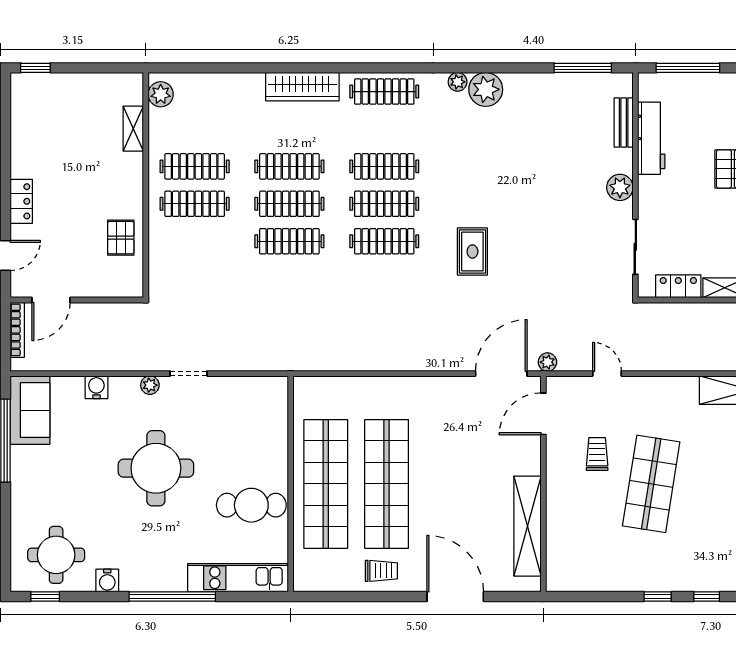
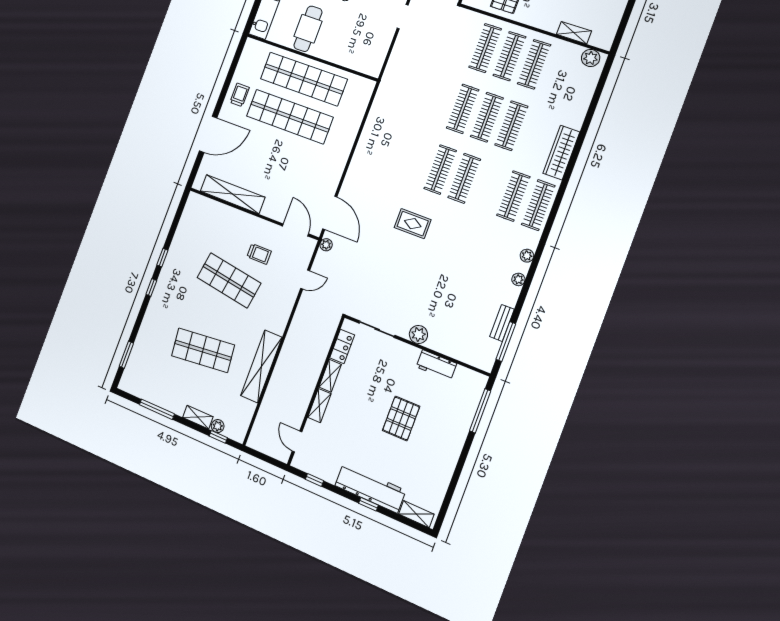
plant: (486, 89) -> (518, 279), width x0.53, depth x0.53
bench: (624, 123) -> (502, 323), moved, turned 90
workbench: (651, 138) -> (436, 365), width x0.73
clothes rail: (384, 166) -> (513, 196), moved
clothes rail: (195, 241) -> (485, 48), added
trolley: (381, 571) -> (240, 95), turned 180

